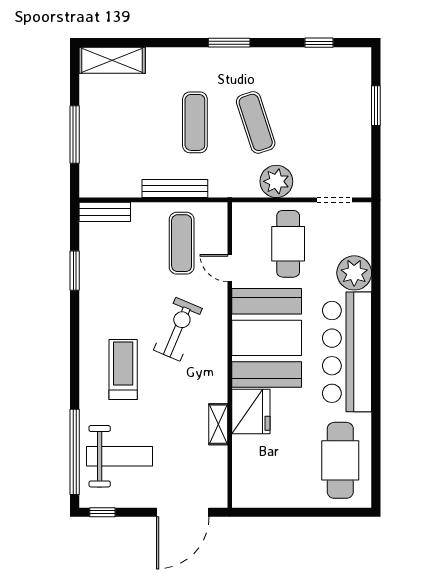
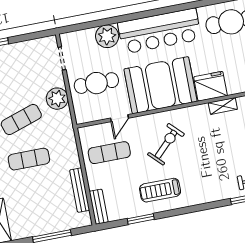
bench: (175, 189) -> (80, 190), moved
exercise bike: (178, 329) -> (166, 144), turned 112
treadmill: (123, 369) -> (160, 190), moved

